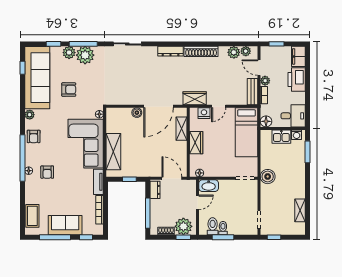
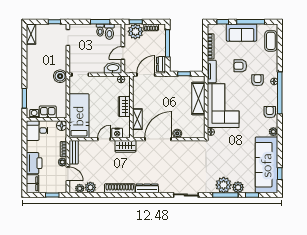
armchair: (69, 90) -> (240, 66), moved
door: (172, 178) -> (146, 75), swing flipped
shelving: (300, 210) -> (31, 34), moved

